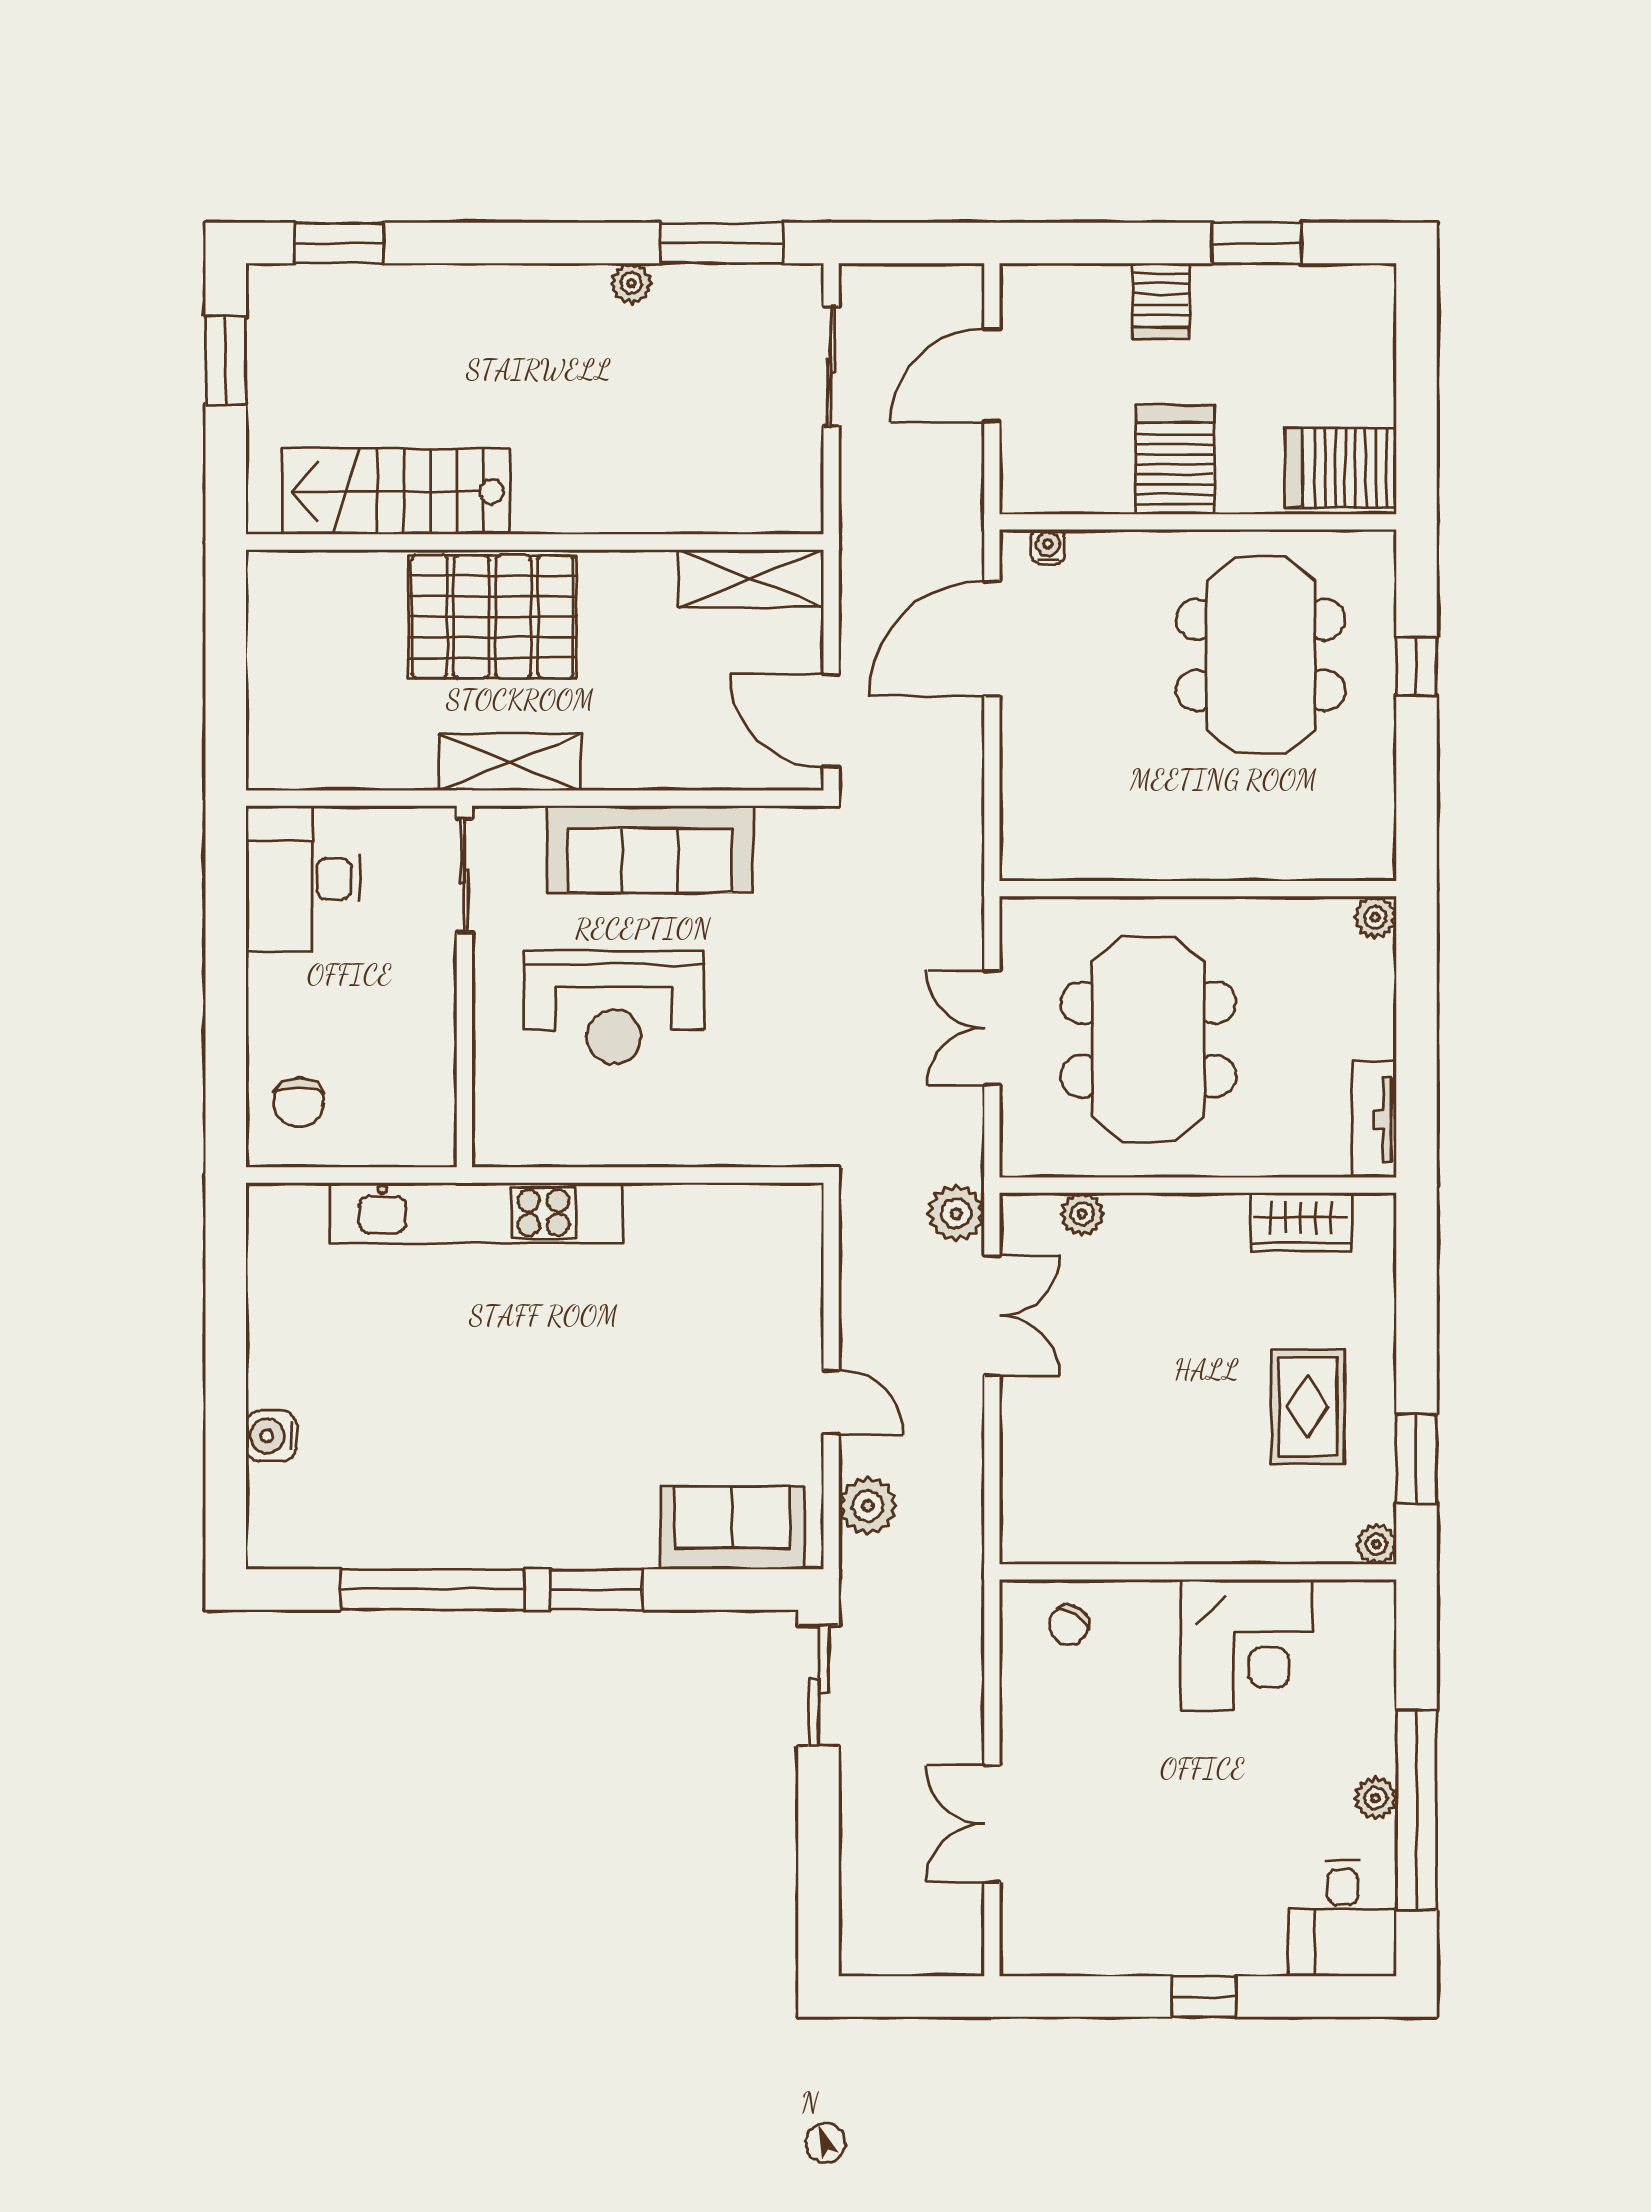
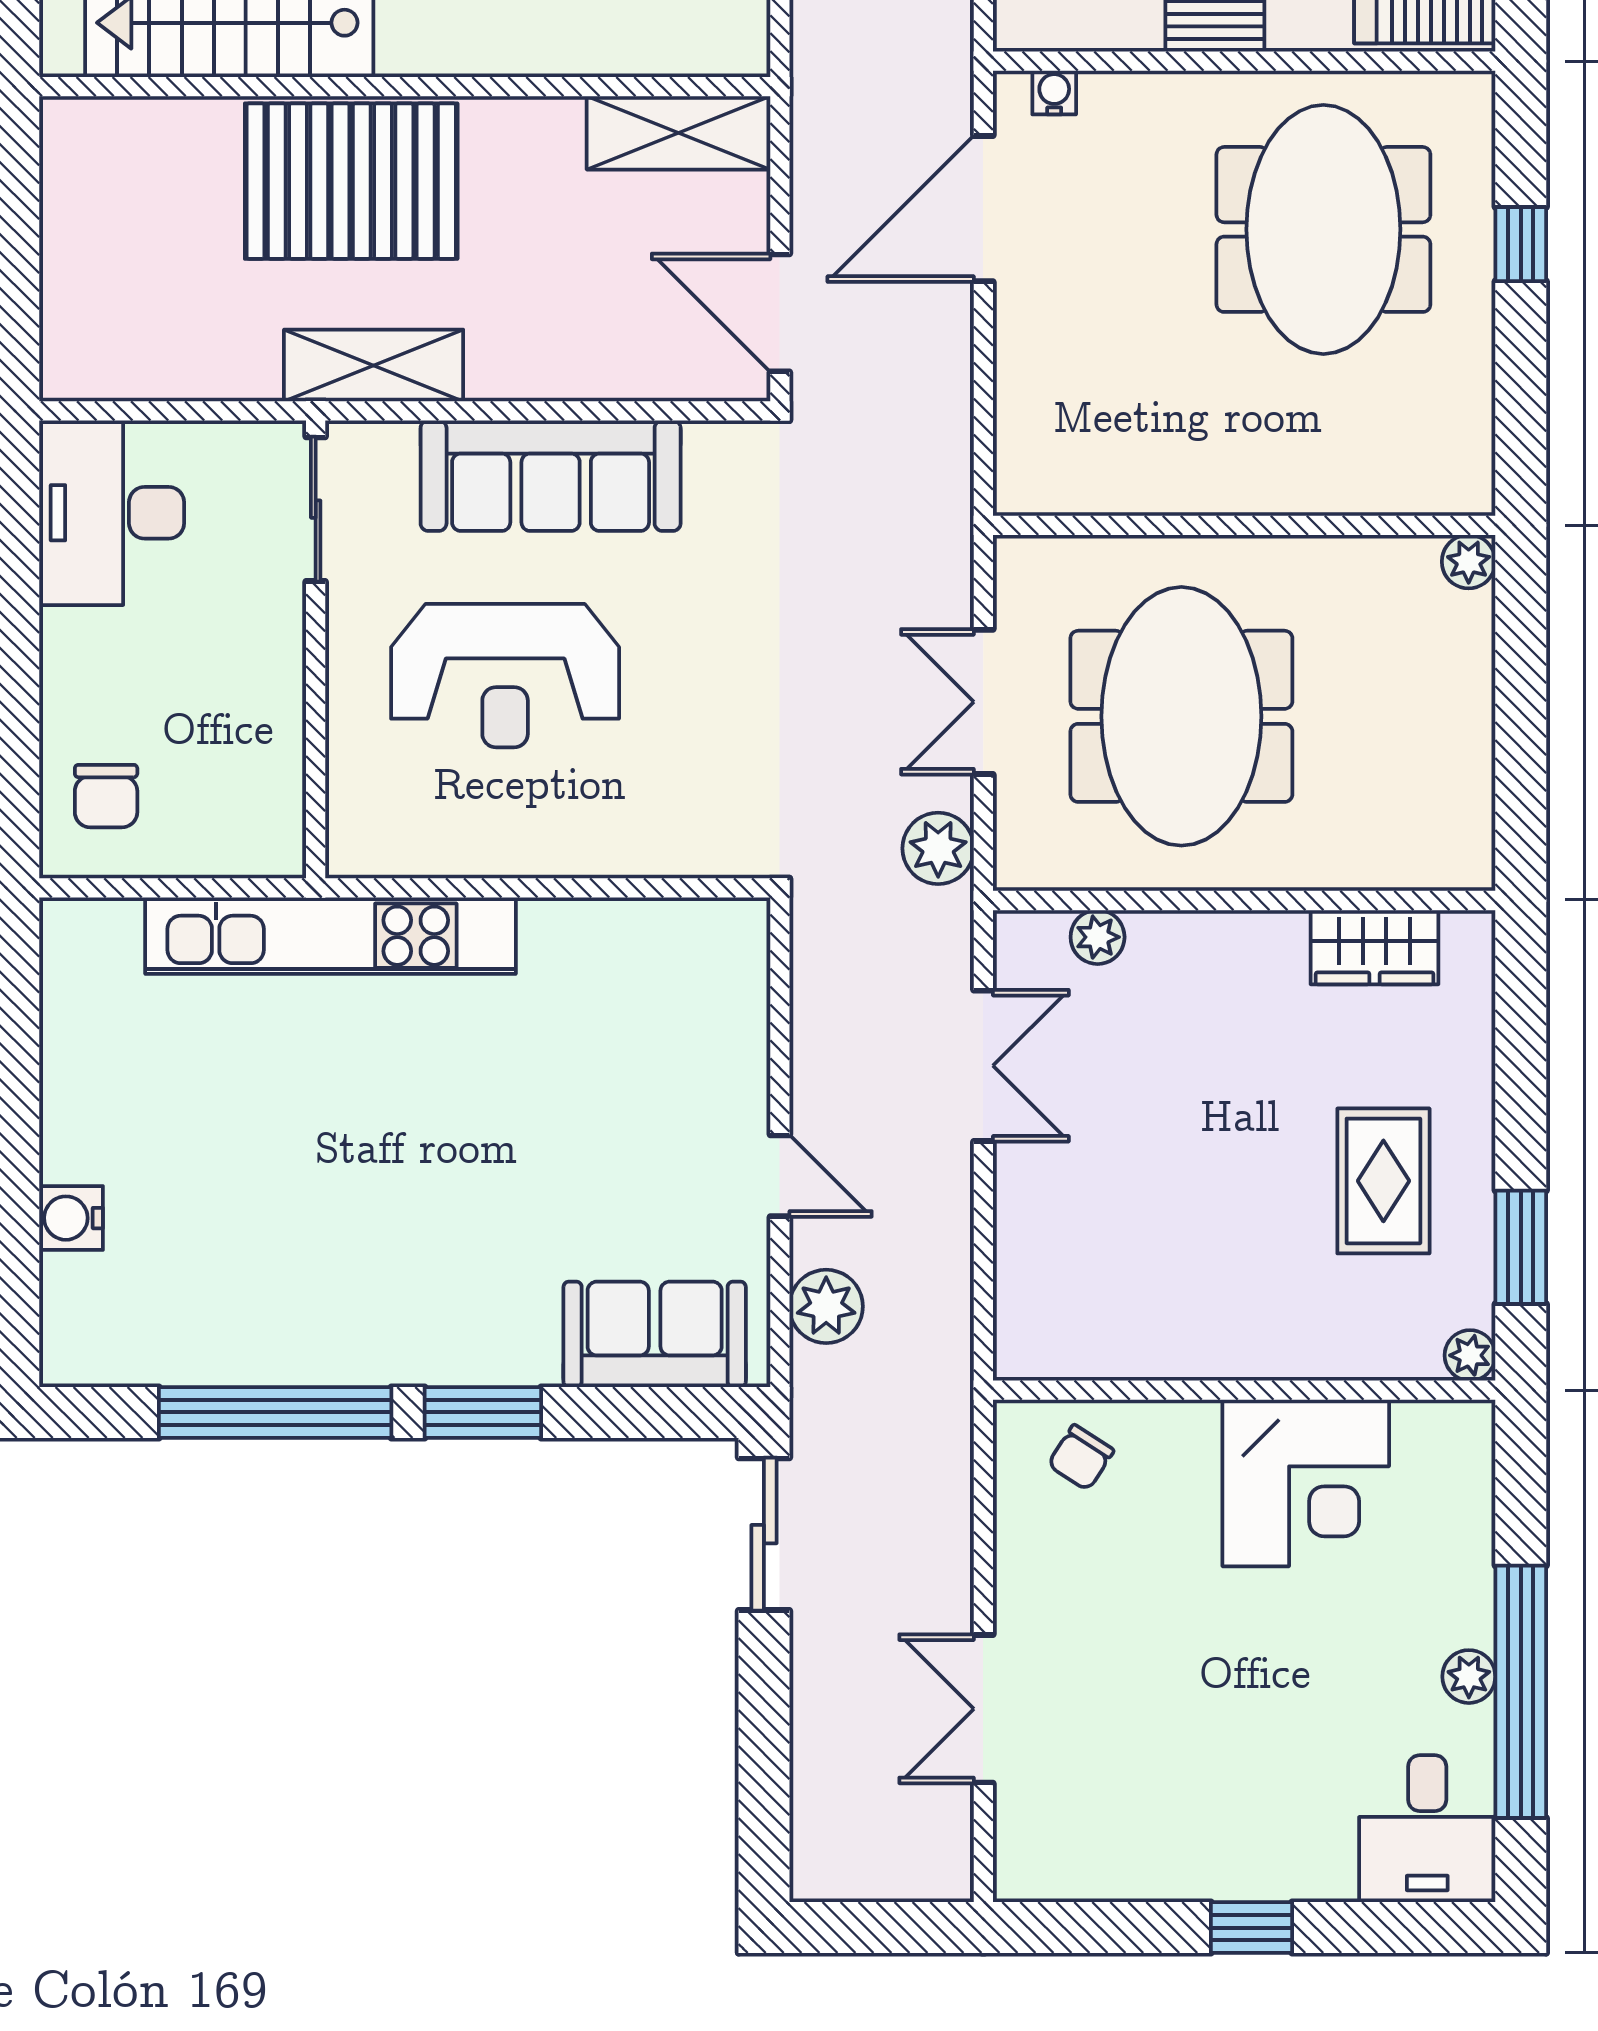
tv unit: (1374, 1119) -> (1467, 817), removed
plant: (956, 1213) -> (938, 848), moved

